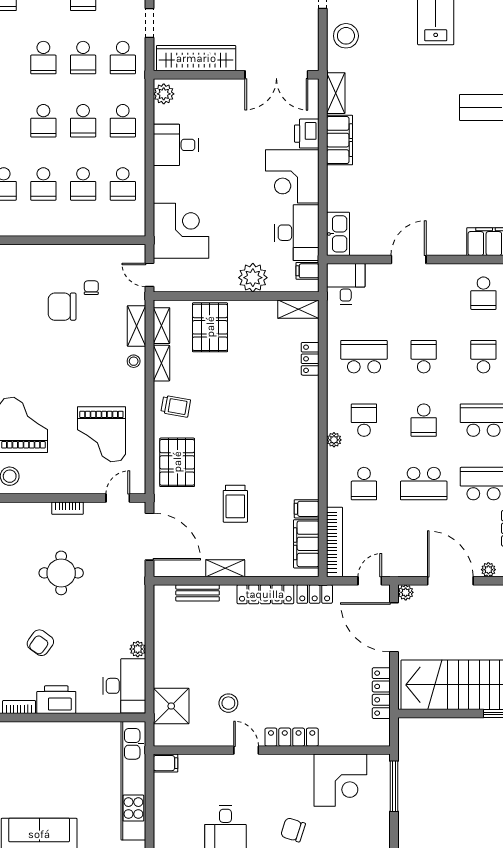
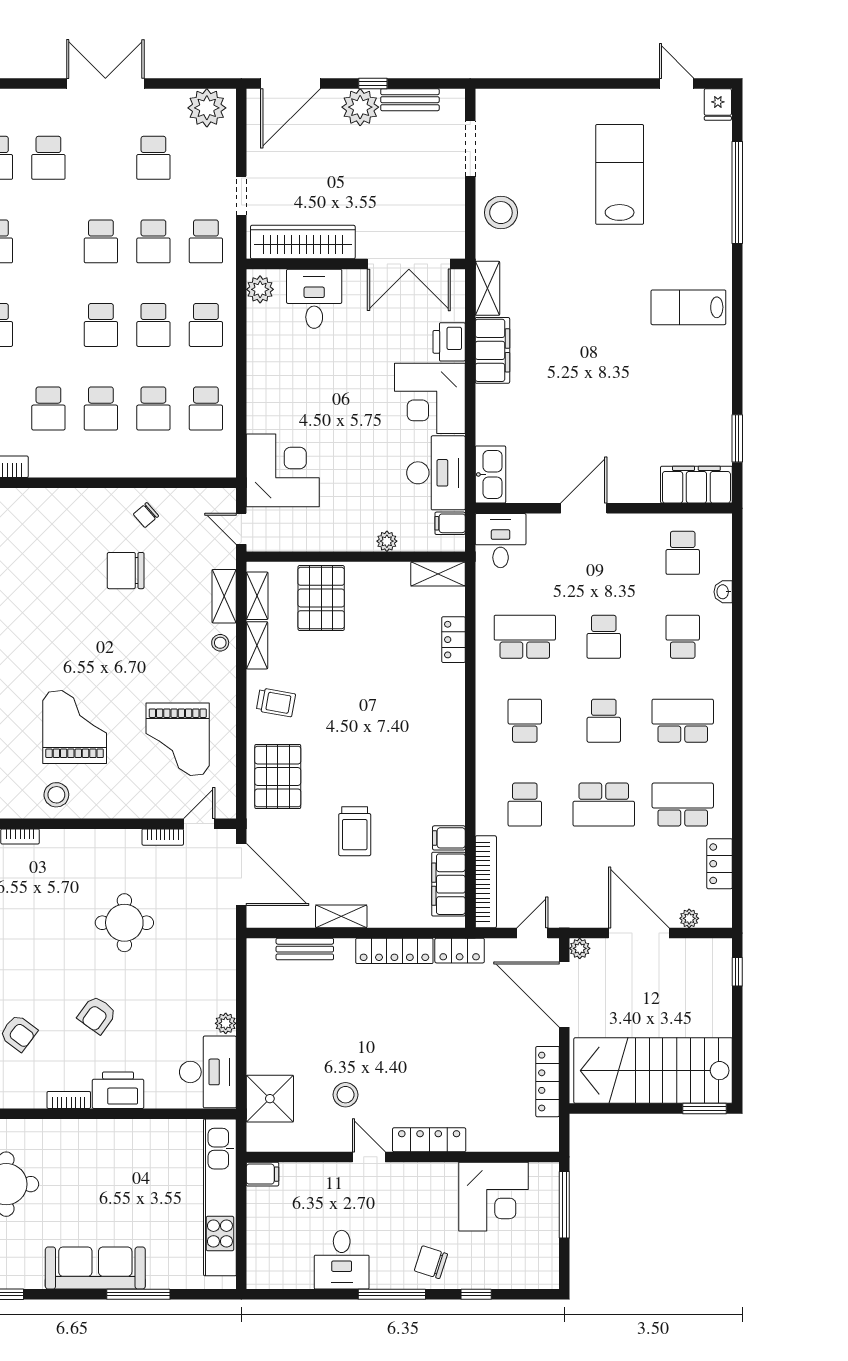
desk: (176, 145) -> (314, 299), moved, turned 90
plant: (253, 278) -> (387, 541), width x0.53, depth x0.53
chair: (91, 288) -> (146, 515), moved, turned -131
school desk: (424, 357) -> (604, 637), turned 180
plant: (334, 440) -> (485, 747), removed
bookcase: (68, 508) -> (163, 837), moved

